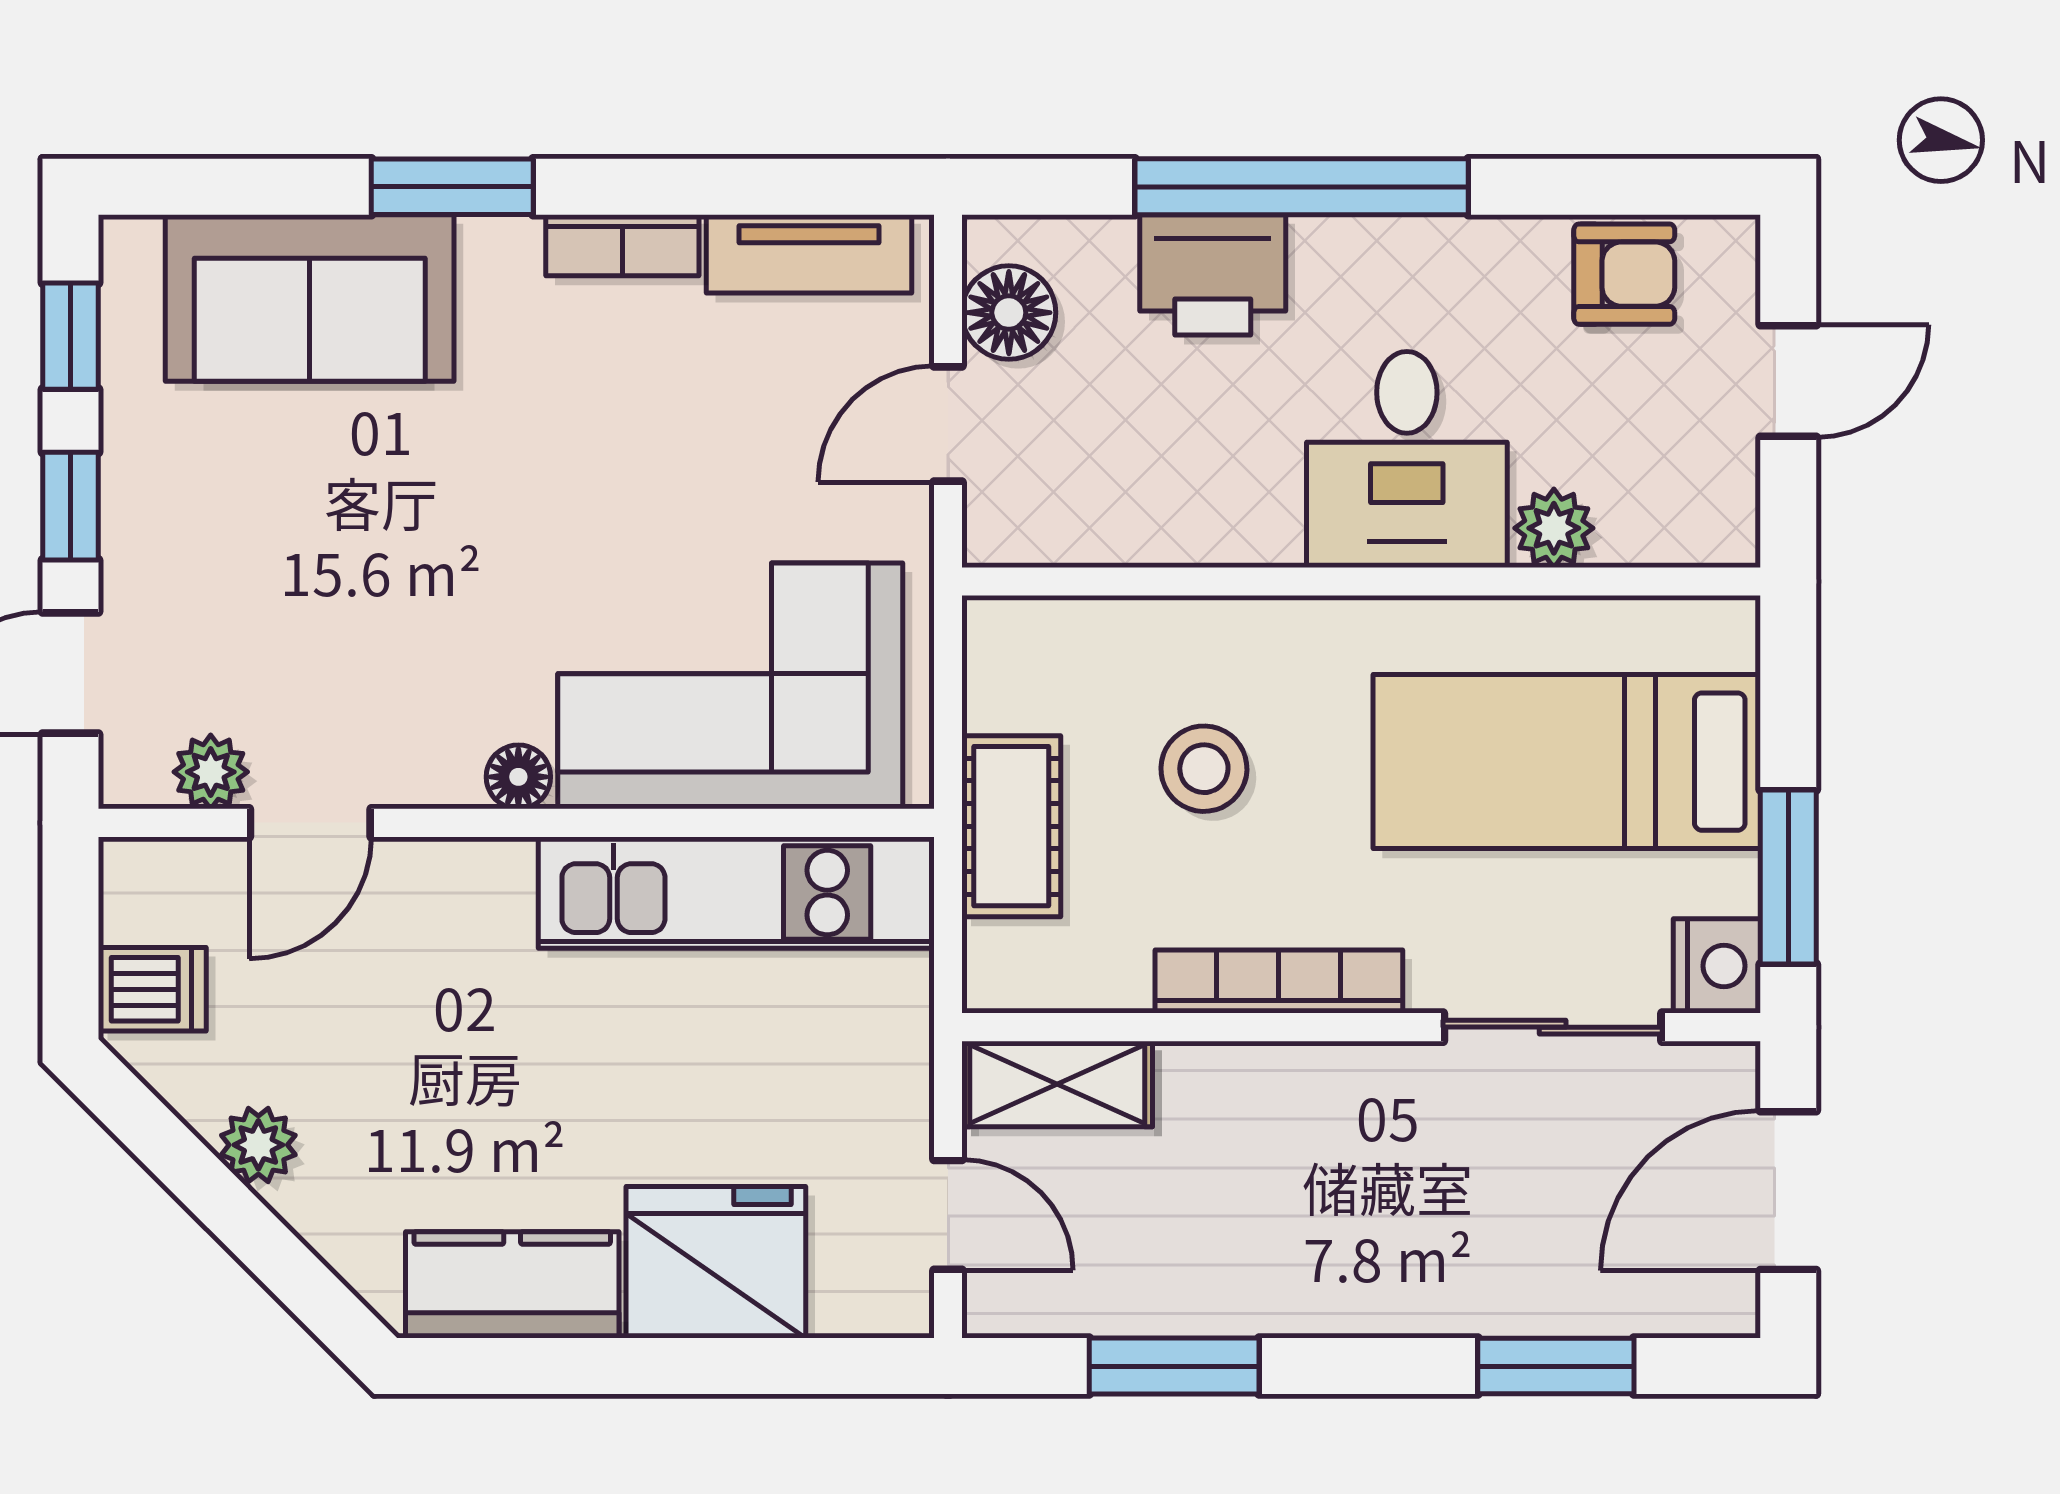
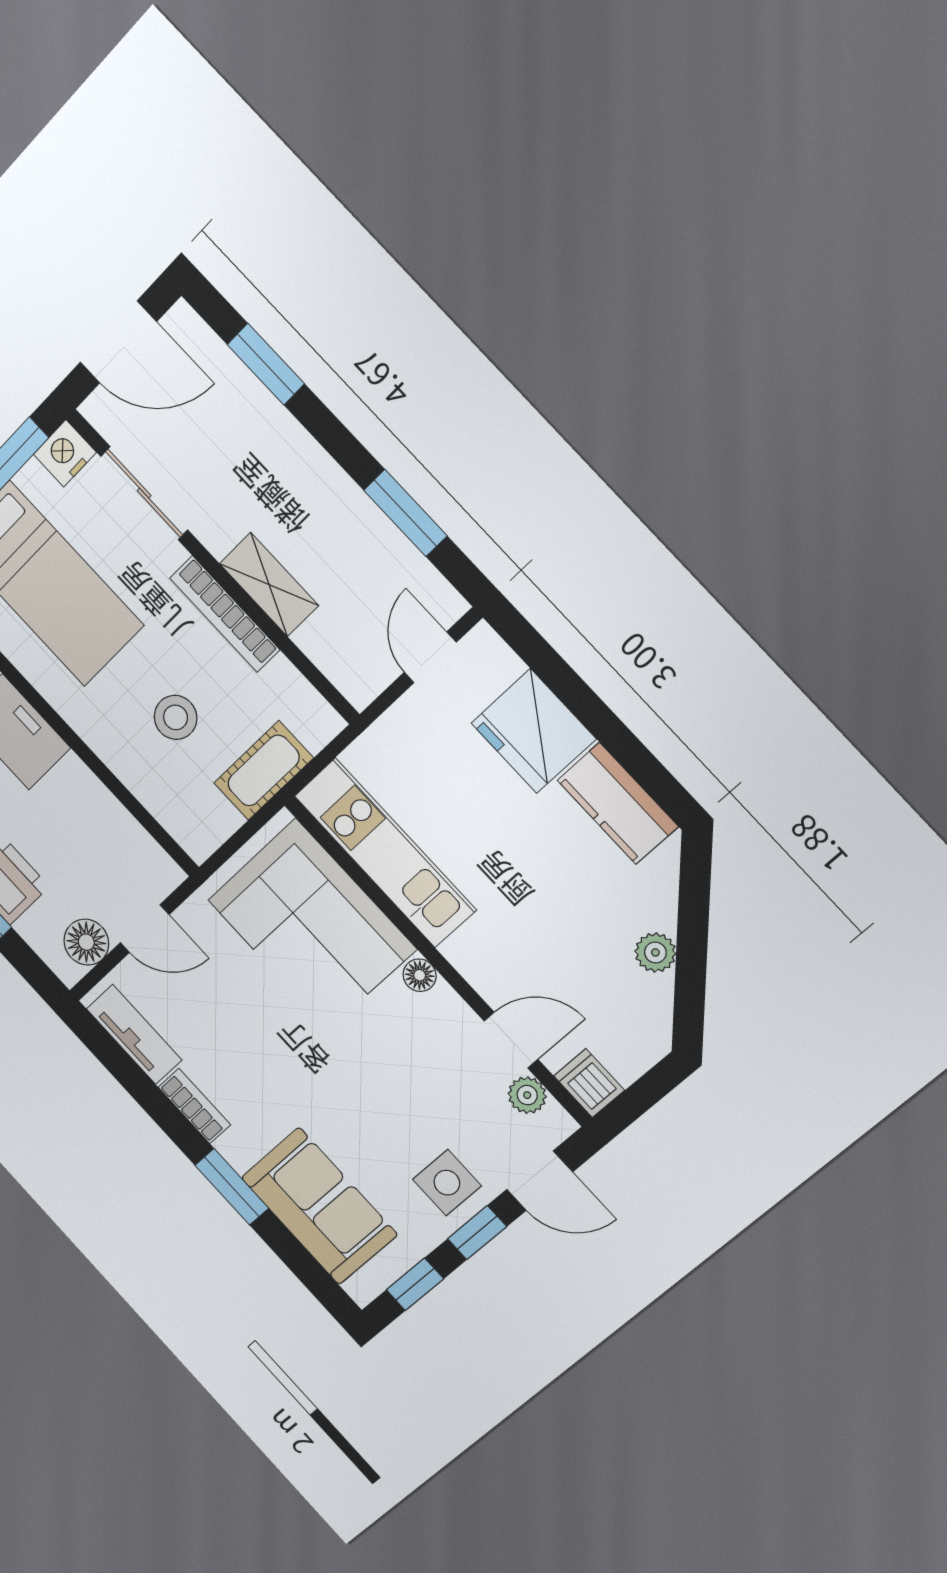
side table: (182, 530) -> (447, 1183), added
dishwasher: (152, 989) -> (589, 1083), moved
shelving: (1057, 1084) -> (269, 585), moved

